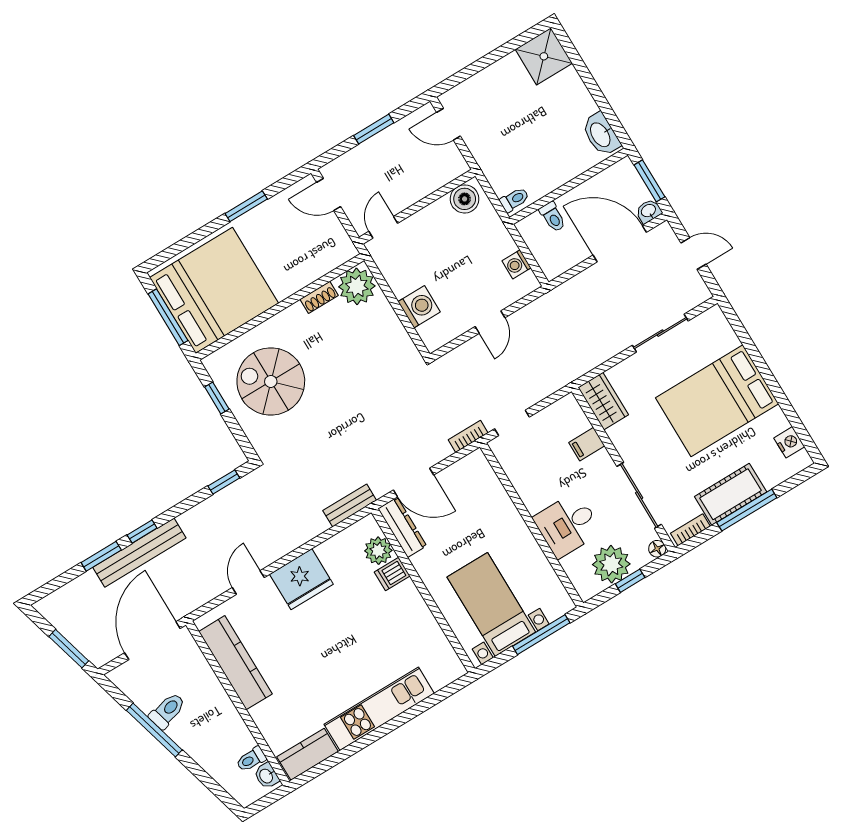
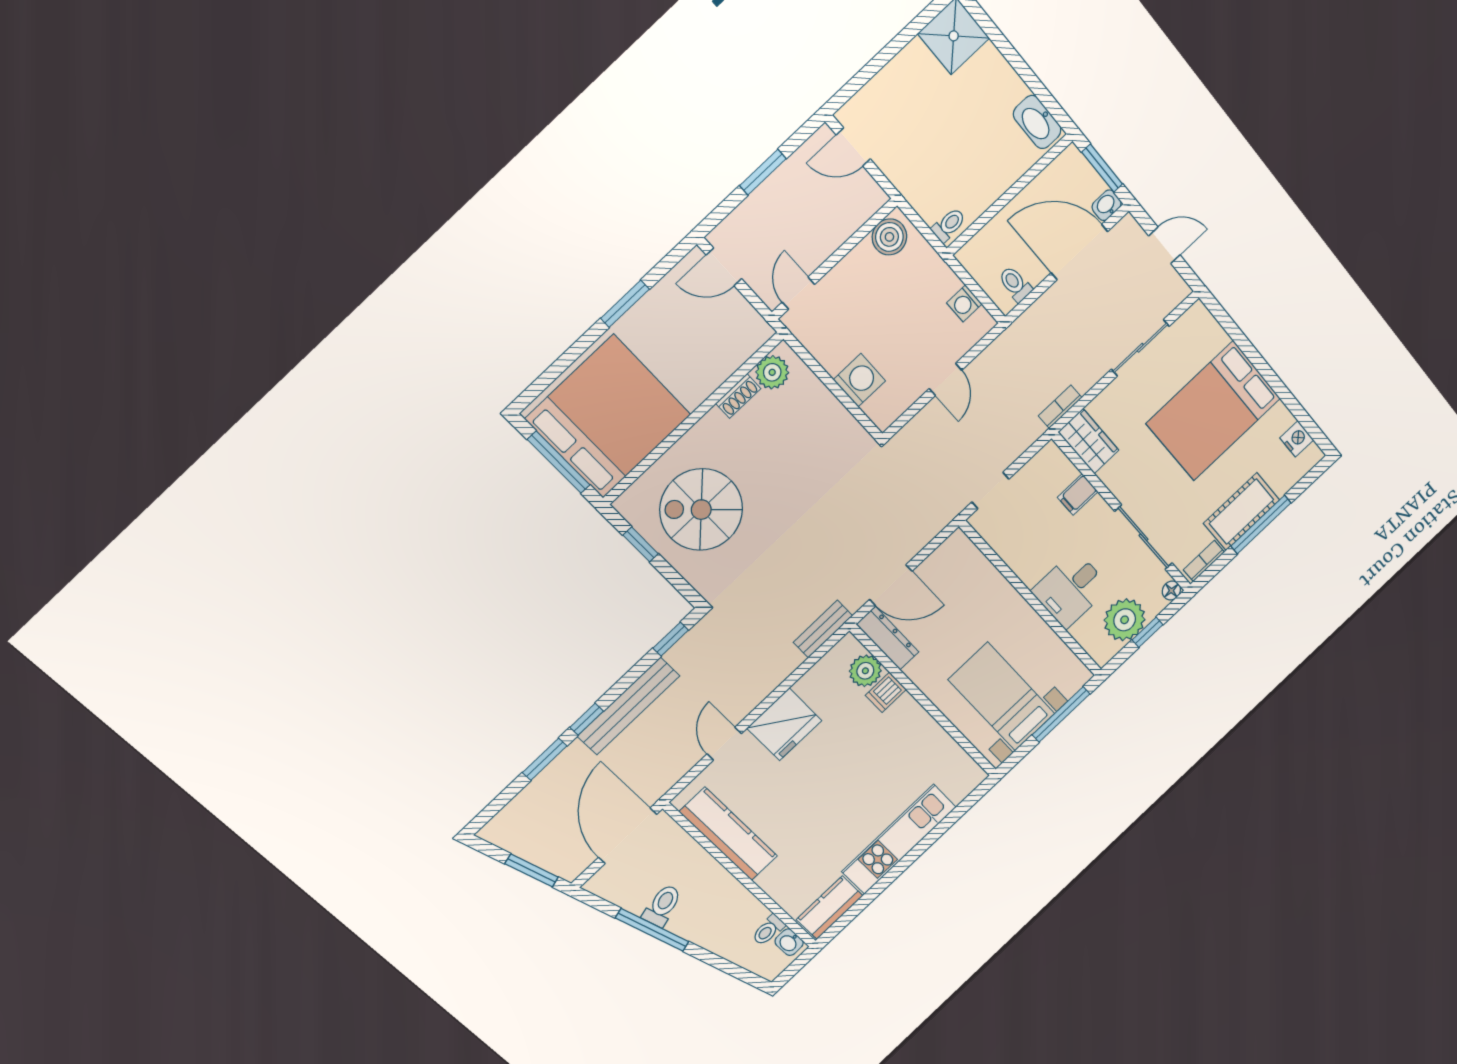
toilet: (553, 217) -> (1015, 284), moved, turned 180
plant: (357, 286) -> (772, 372), width x0.73, depth x0.73
bookcase: (468, 436) -> (1060, 407), moved
bench: (139, 553) -> (629, 706), moved

